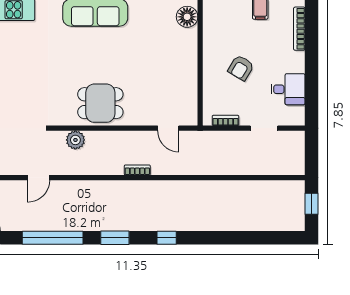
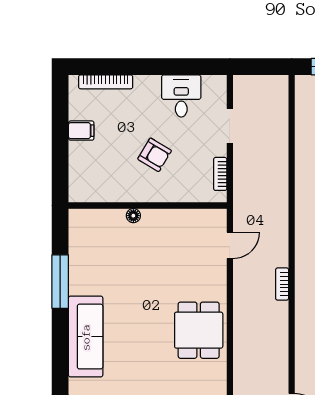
floor lamp: (187, 17) -> (133, 216), moved, width x0.53, depth x0.53
plant: (75, 140) -> (245, 361), removed

